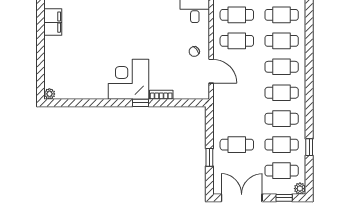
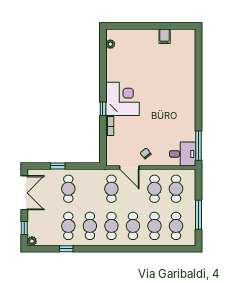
filing cabinet: (53, 22) -> (165, 36), width x0.50
door: (211, 71) -> (129, 167), hinge flipped
plant: (49, 94) -> (110, 44), moved
cafe table: (282, 171) -> (111, 189), moved

